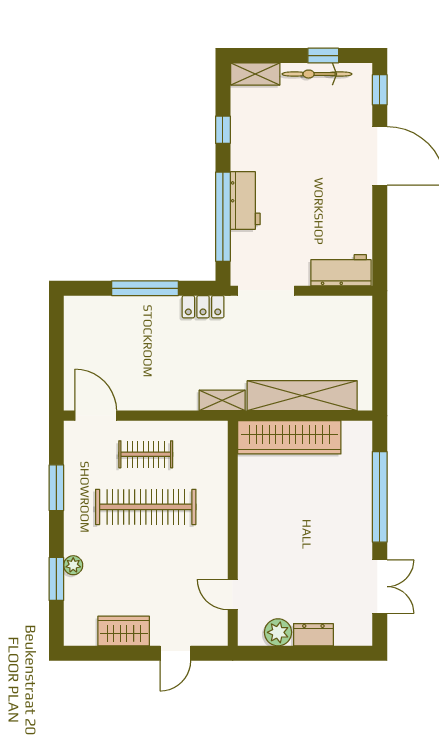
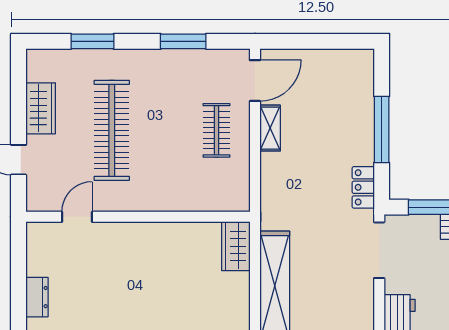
shelving: (222, 400) -> (270, 128), moved
wardrobe: (289, 437) -> (236, 246), width x0.48, depth x0.85
clothes rail: (146, 507) -> (112, 130), moved
plant: (73, 565) -> (106, 58), removed
plant: (278, 632) -> (39, 262), removed

